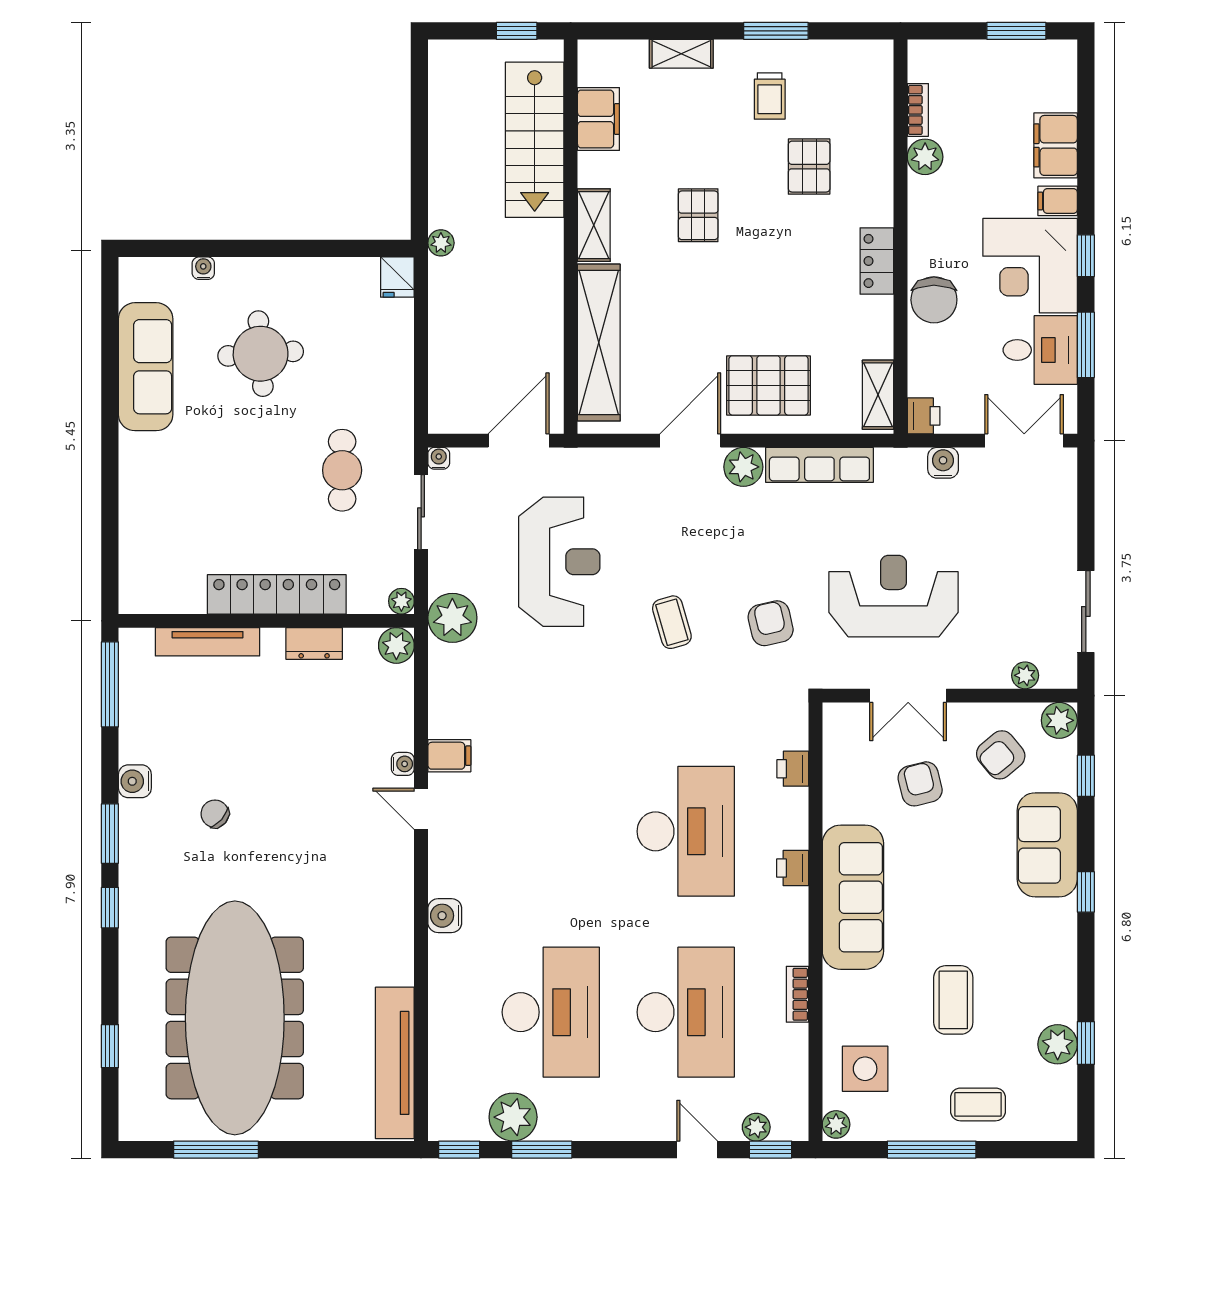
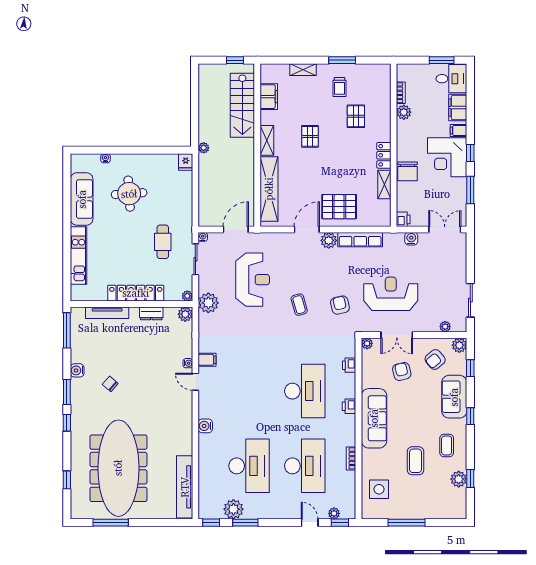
desk: (1040, 350) -> (451, 79), moved
shelving: (878, 395) -> (384, 184), moved
kitchen unit: (138, 503) -> (78, 255), added
coffee table: (978, 1104) -> (447, 445), moved, turned 90
plant: (836, 1124) -> (367, 343), moved

